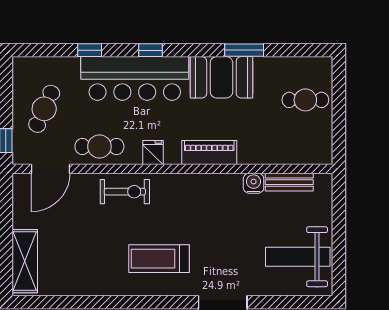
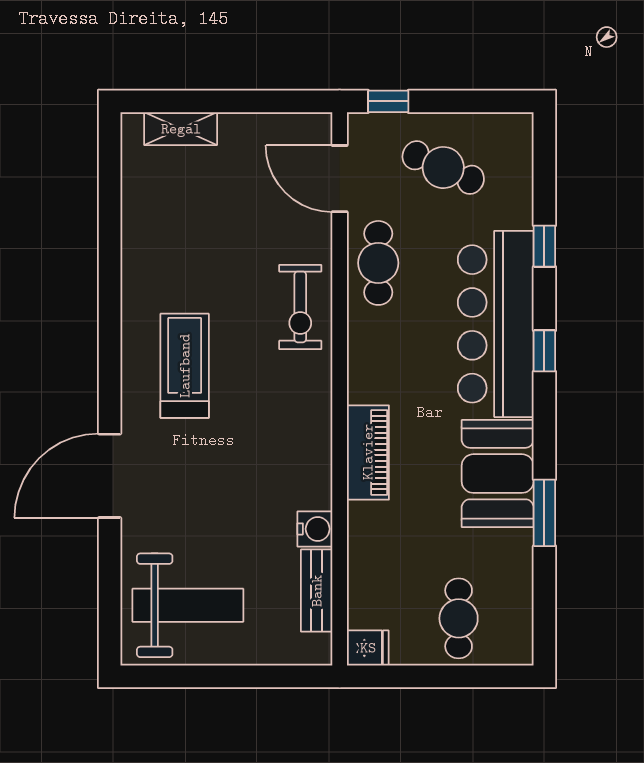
fridge: (153, 153) -> (368, 648), moved
weight bench: (298, 257) -> (188, 605), turned 90
shelving: (25, 261) -> (181, 129), width x0.67, depth x0.75

